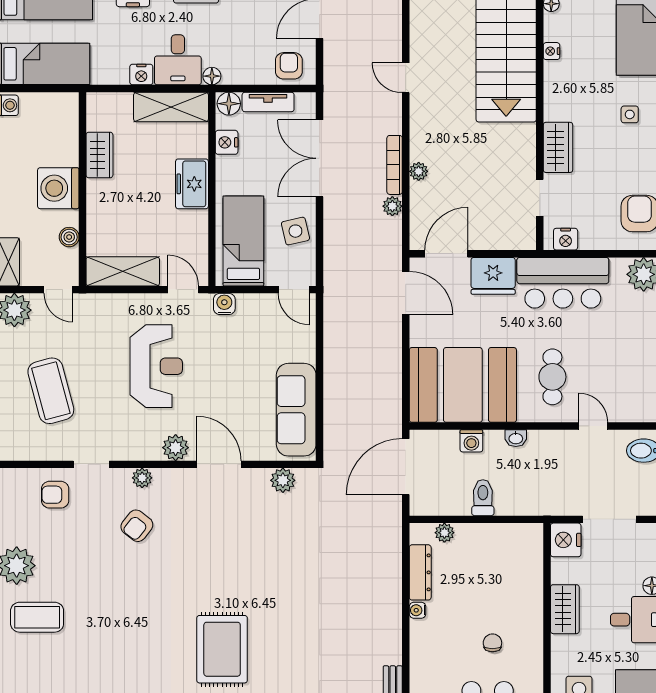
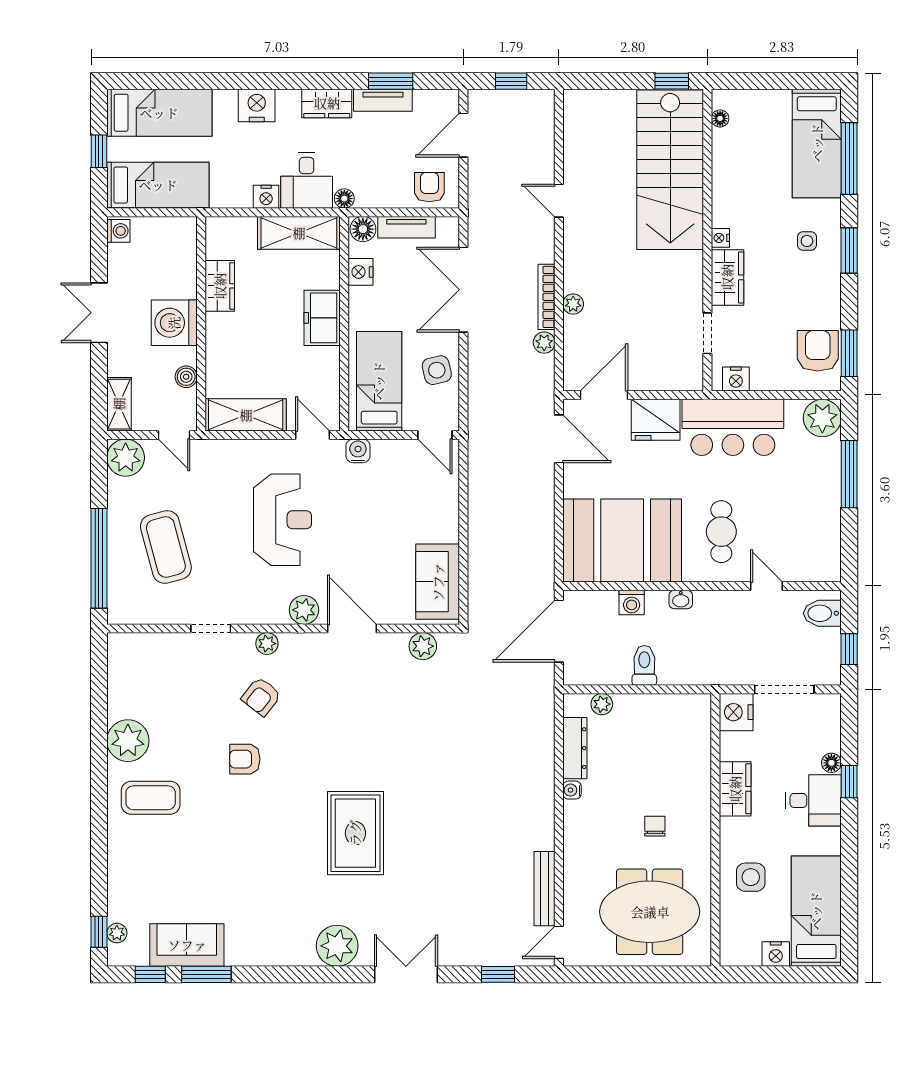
nightstand: (552, 51) -> (720, 238), moved
sofa: (296, 410) -> (438, 582), width x0.73
armchair: (55, 495) -> (245, 759), moved

